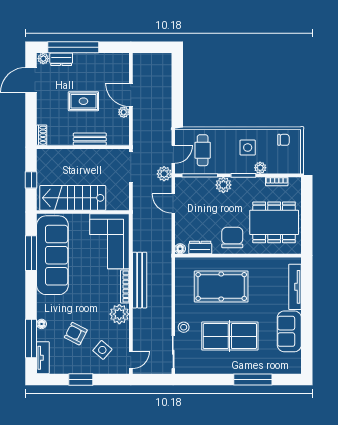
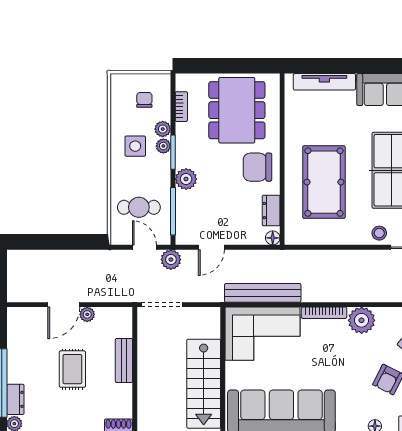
chair: (283, 140) -> (144, 100), moved
plant: (248, 168) -> (163, 146), added
bench: (140, 280) -> (263, 293), moved

